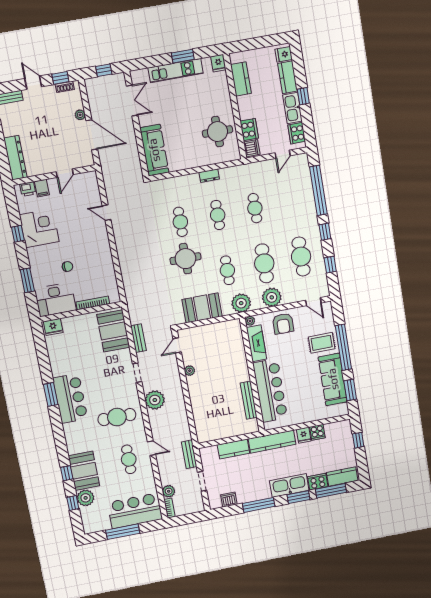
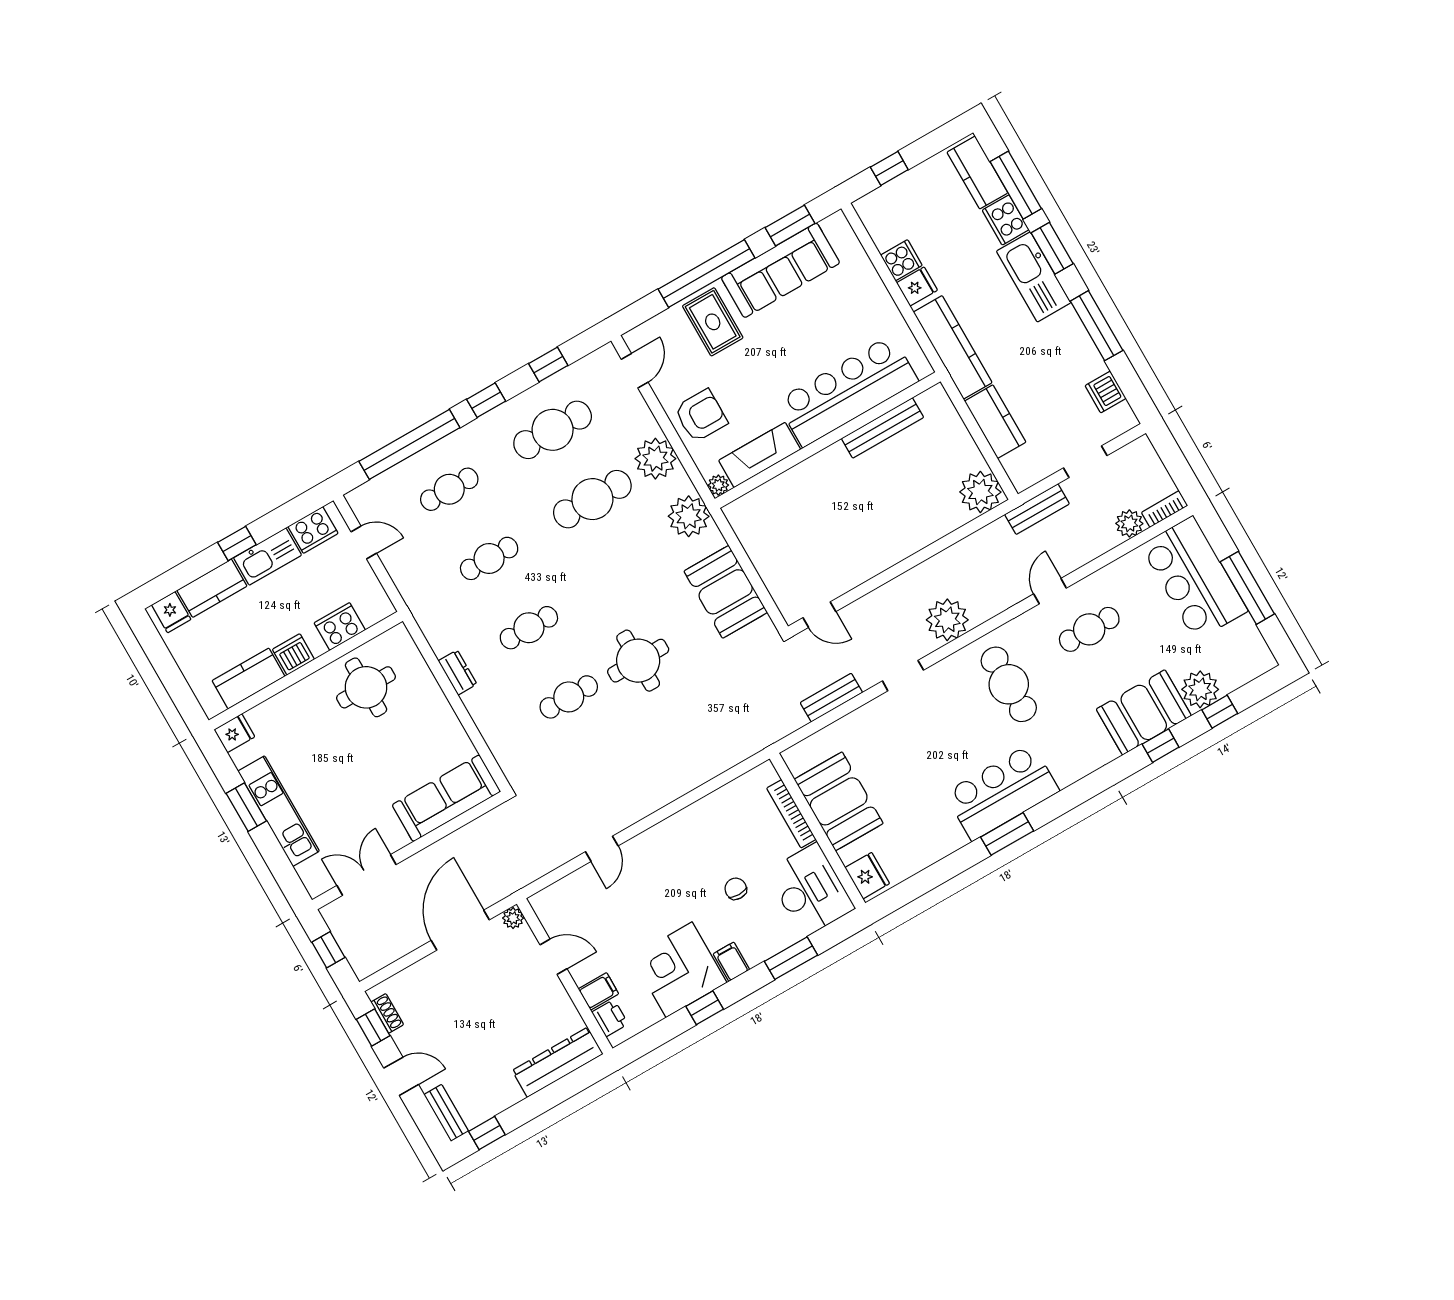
door: (33, 83) -> (401, 1076), swing flipped
plant: (80, 115) -> (513, 918), moved
dishwasher: (252, 148) -> (293, 654), moved
filing cabinet: (35, 253) -> (731, 962), added
cafe table: (227, 270) -> (449, 489), moved
booth: (113, 331) -> (839, 801), moved, turned 90
plant: (190, 371) -> (980, 492), moved, width x1.87, depth x1.87

